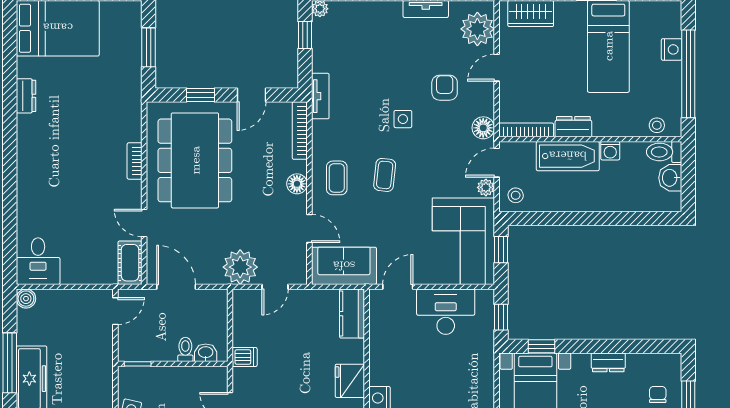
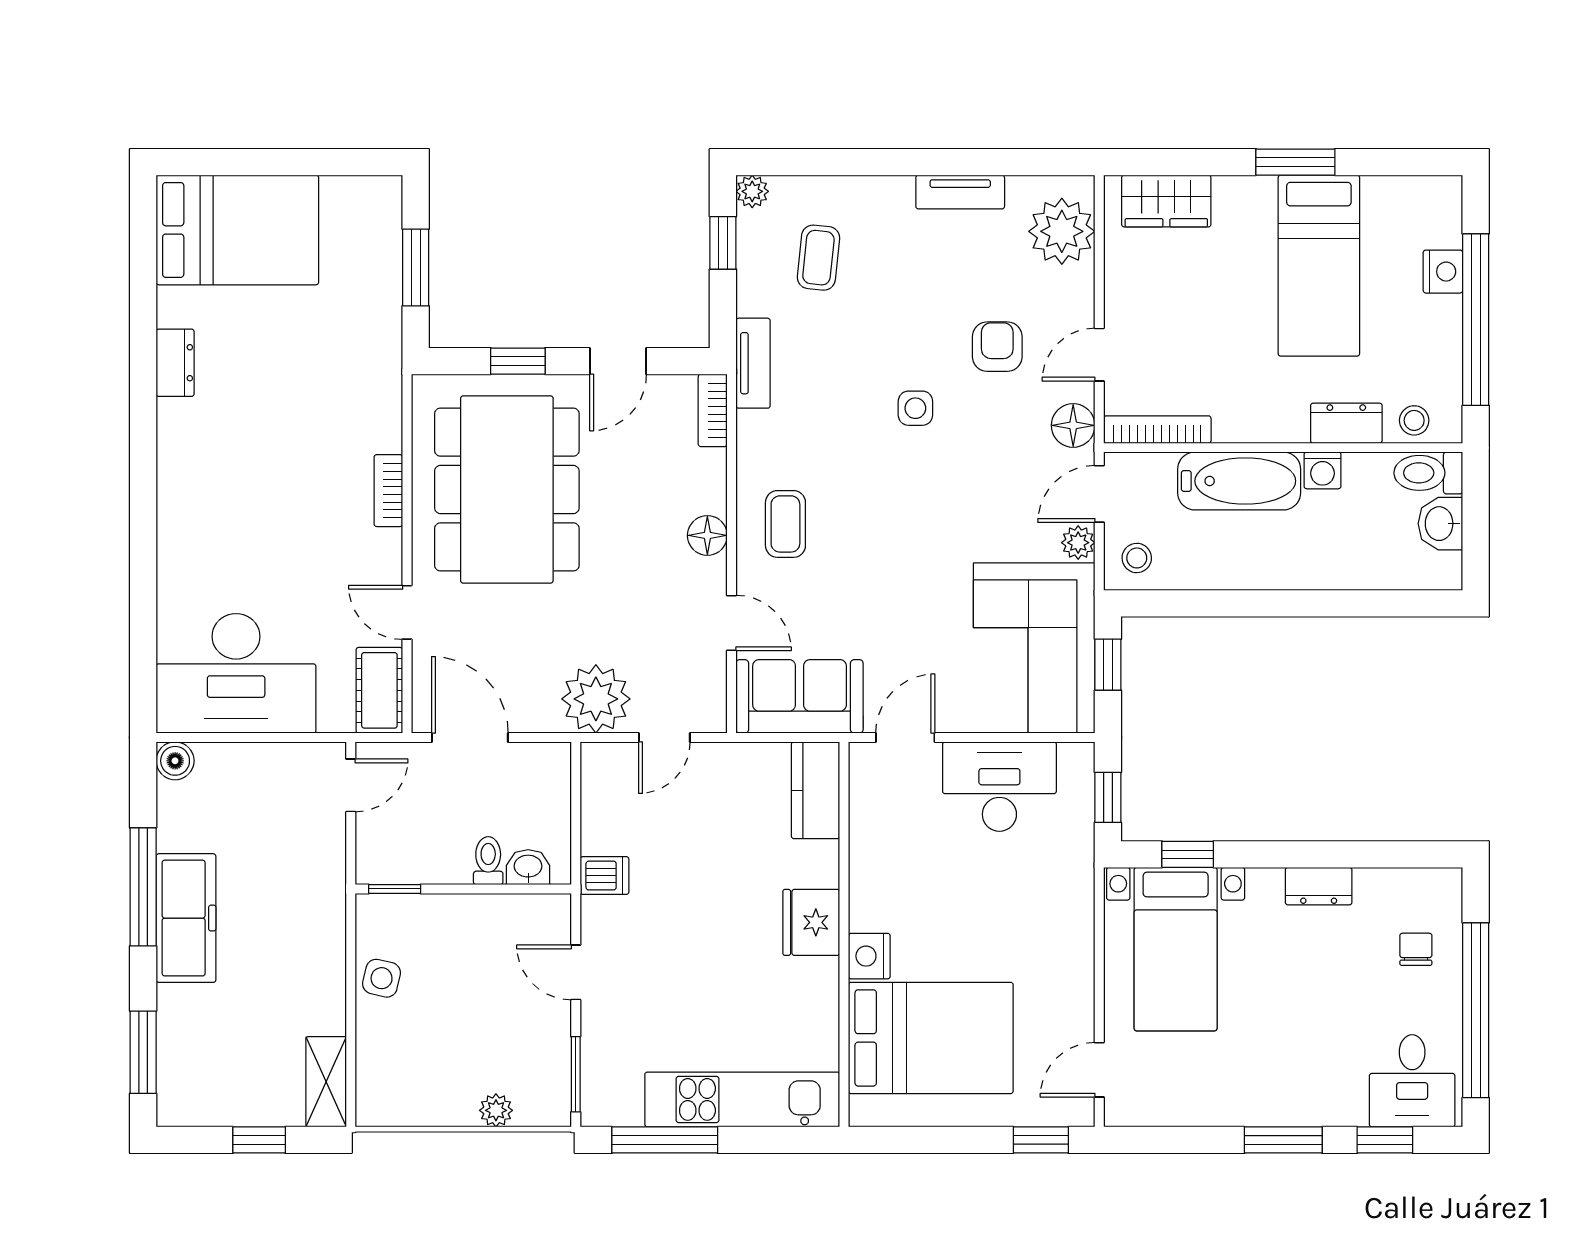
door: (497, 68) -> (1099, 355), moved
dresser: (573, 127) -> (1346, 423), moved
bookcase: (300, 131) -> (713, 410), width x0.64
coffee table: (385, 175) -> (818, 258), moved
desk: (38, 261) -> (236, 673), width x1.87, depth x1.30

